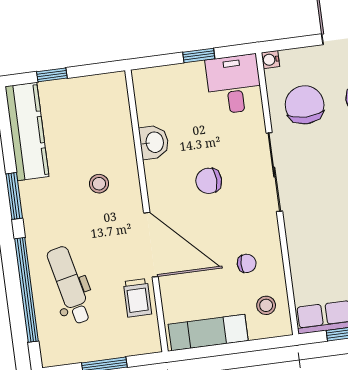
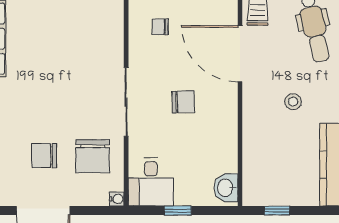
window: (52, 75) -> (277, 210), moved
washbasin: (154, 142) -> (226, 188), moved
stool: (99, 184) -> (293, 102), moved

